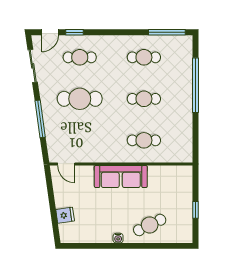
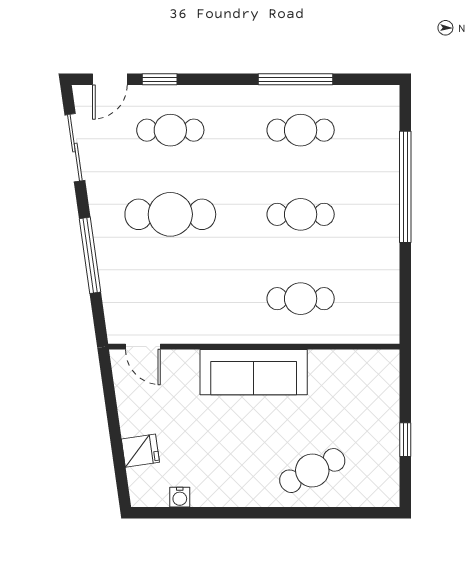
window: (167, 32) -> (295, 79), moved
water cooler: (118, 238) -> (180, 497), moved

